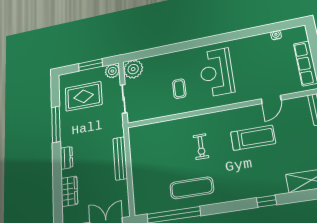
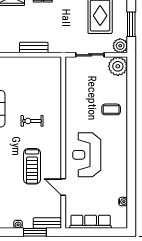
reception desk: (216, 72) -> (87, 155), moved, turned -90
coffee table: (179, 89) -> (111, 109), moved
bench: (120, 158) -> (34, 47), width x0.73

